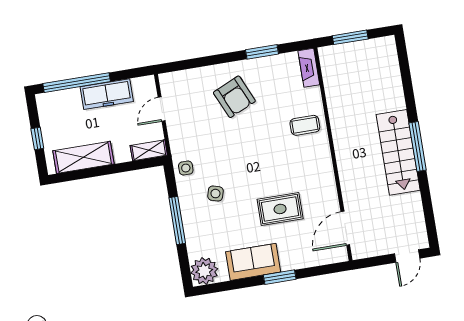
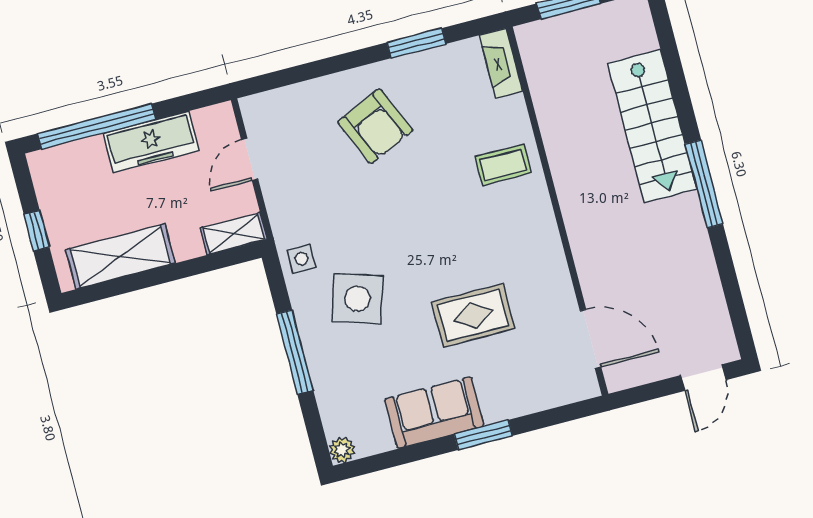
stairs: (398, 152) -> (652, 126), moved
side table: (215, 194) -> (357, 299), width x1.87, depth x1.87
door: (345, 228) -> (591, 339), swing flipped
plant: (204, 271) -> (342, 450), width x0.53, depth x0.53

